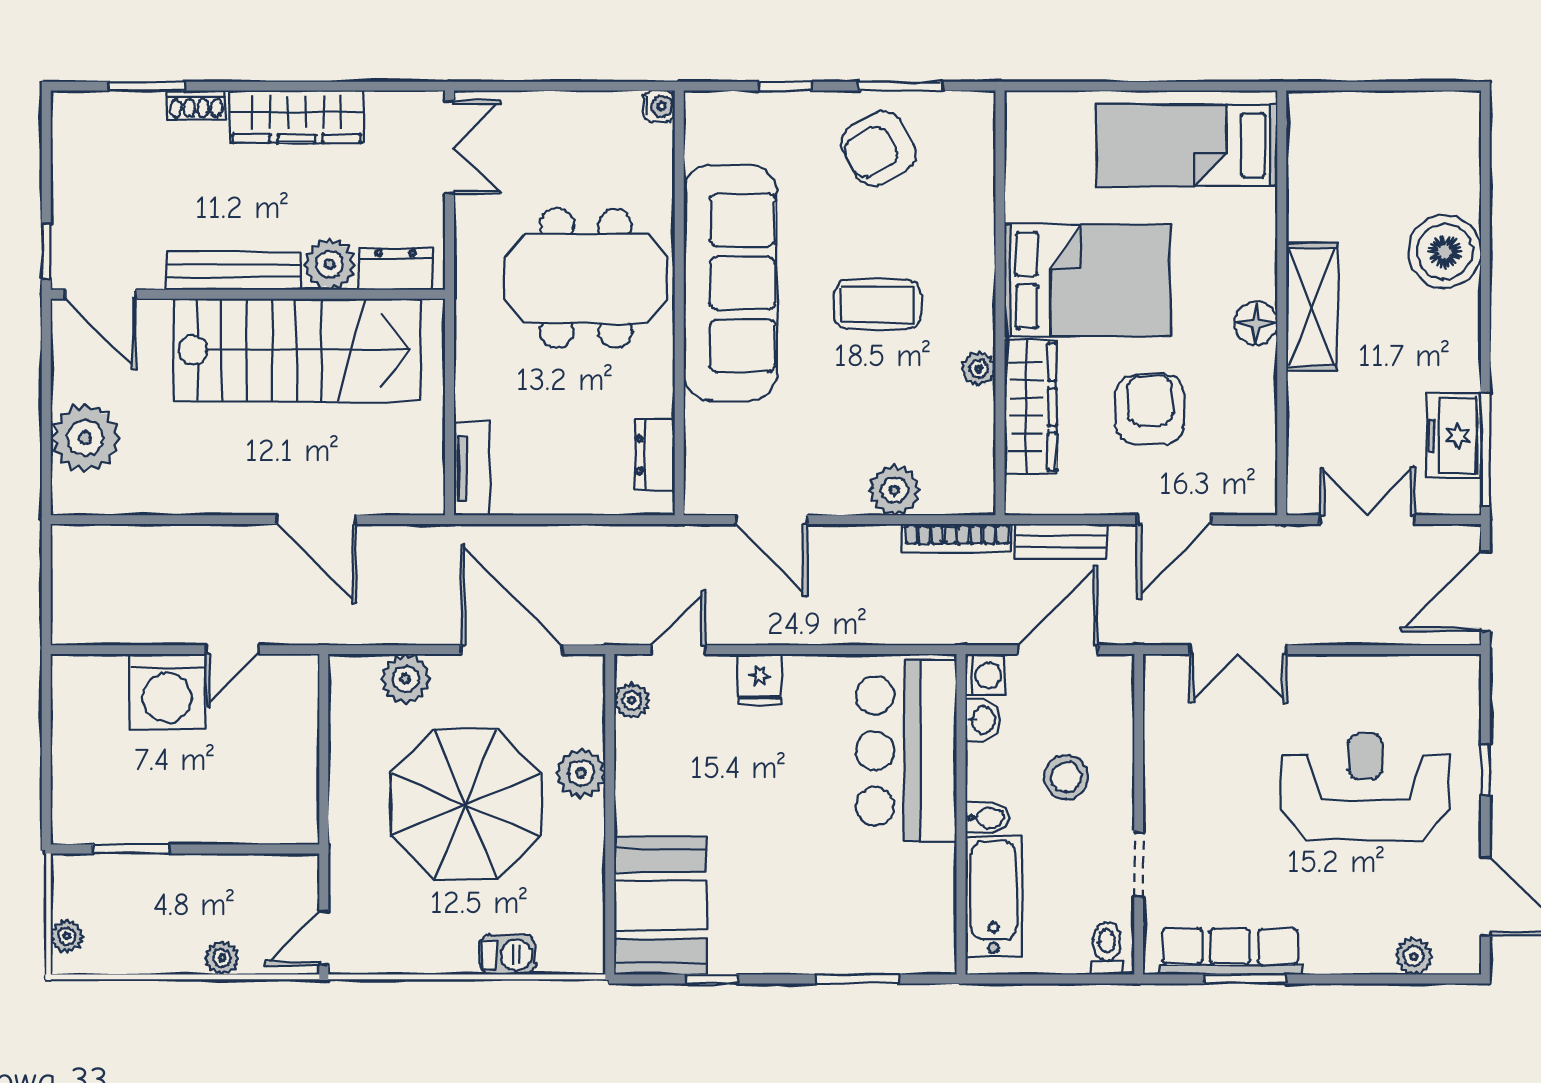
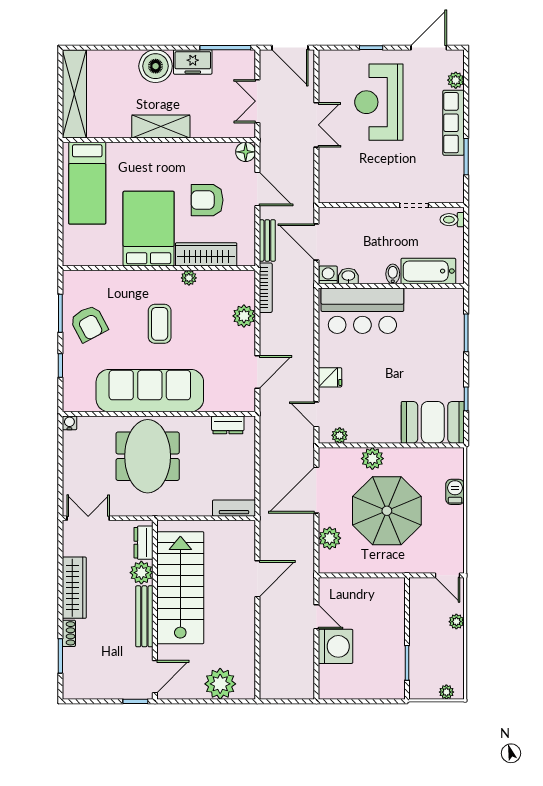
shelving: (1383, 117) -> (74, 94), added
boiler: (1445, 252) -> (156, 66), moved
floor lamp: (1256, 323) -> (246, 152), moved
freezer: (1454, 436) -> (193, 62), moved
double door: (1238, 650) -> (316, 125), moved
stool: (1066, 777) -> (374, 238), removed
row of seats: (1230, 952) -> (454, 123), moved

